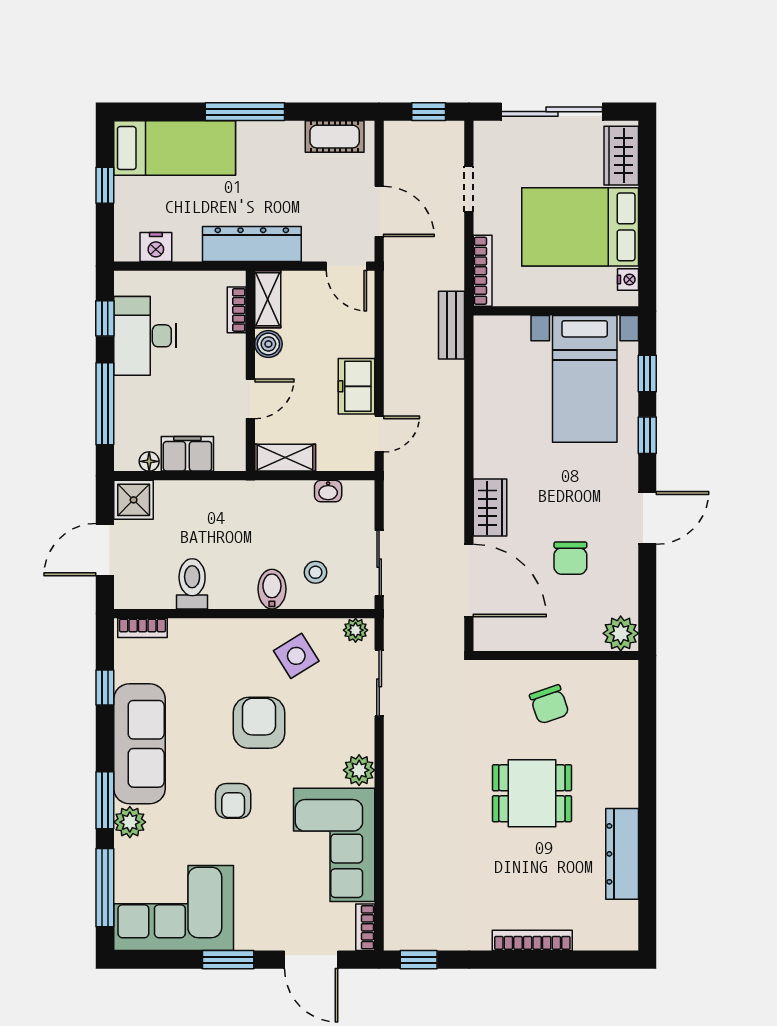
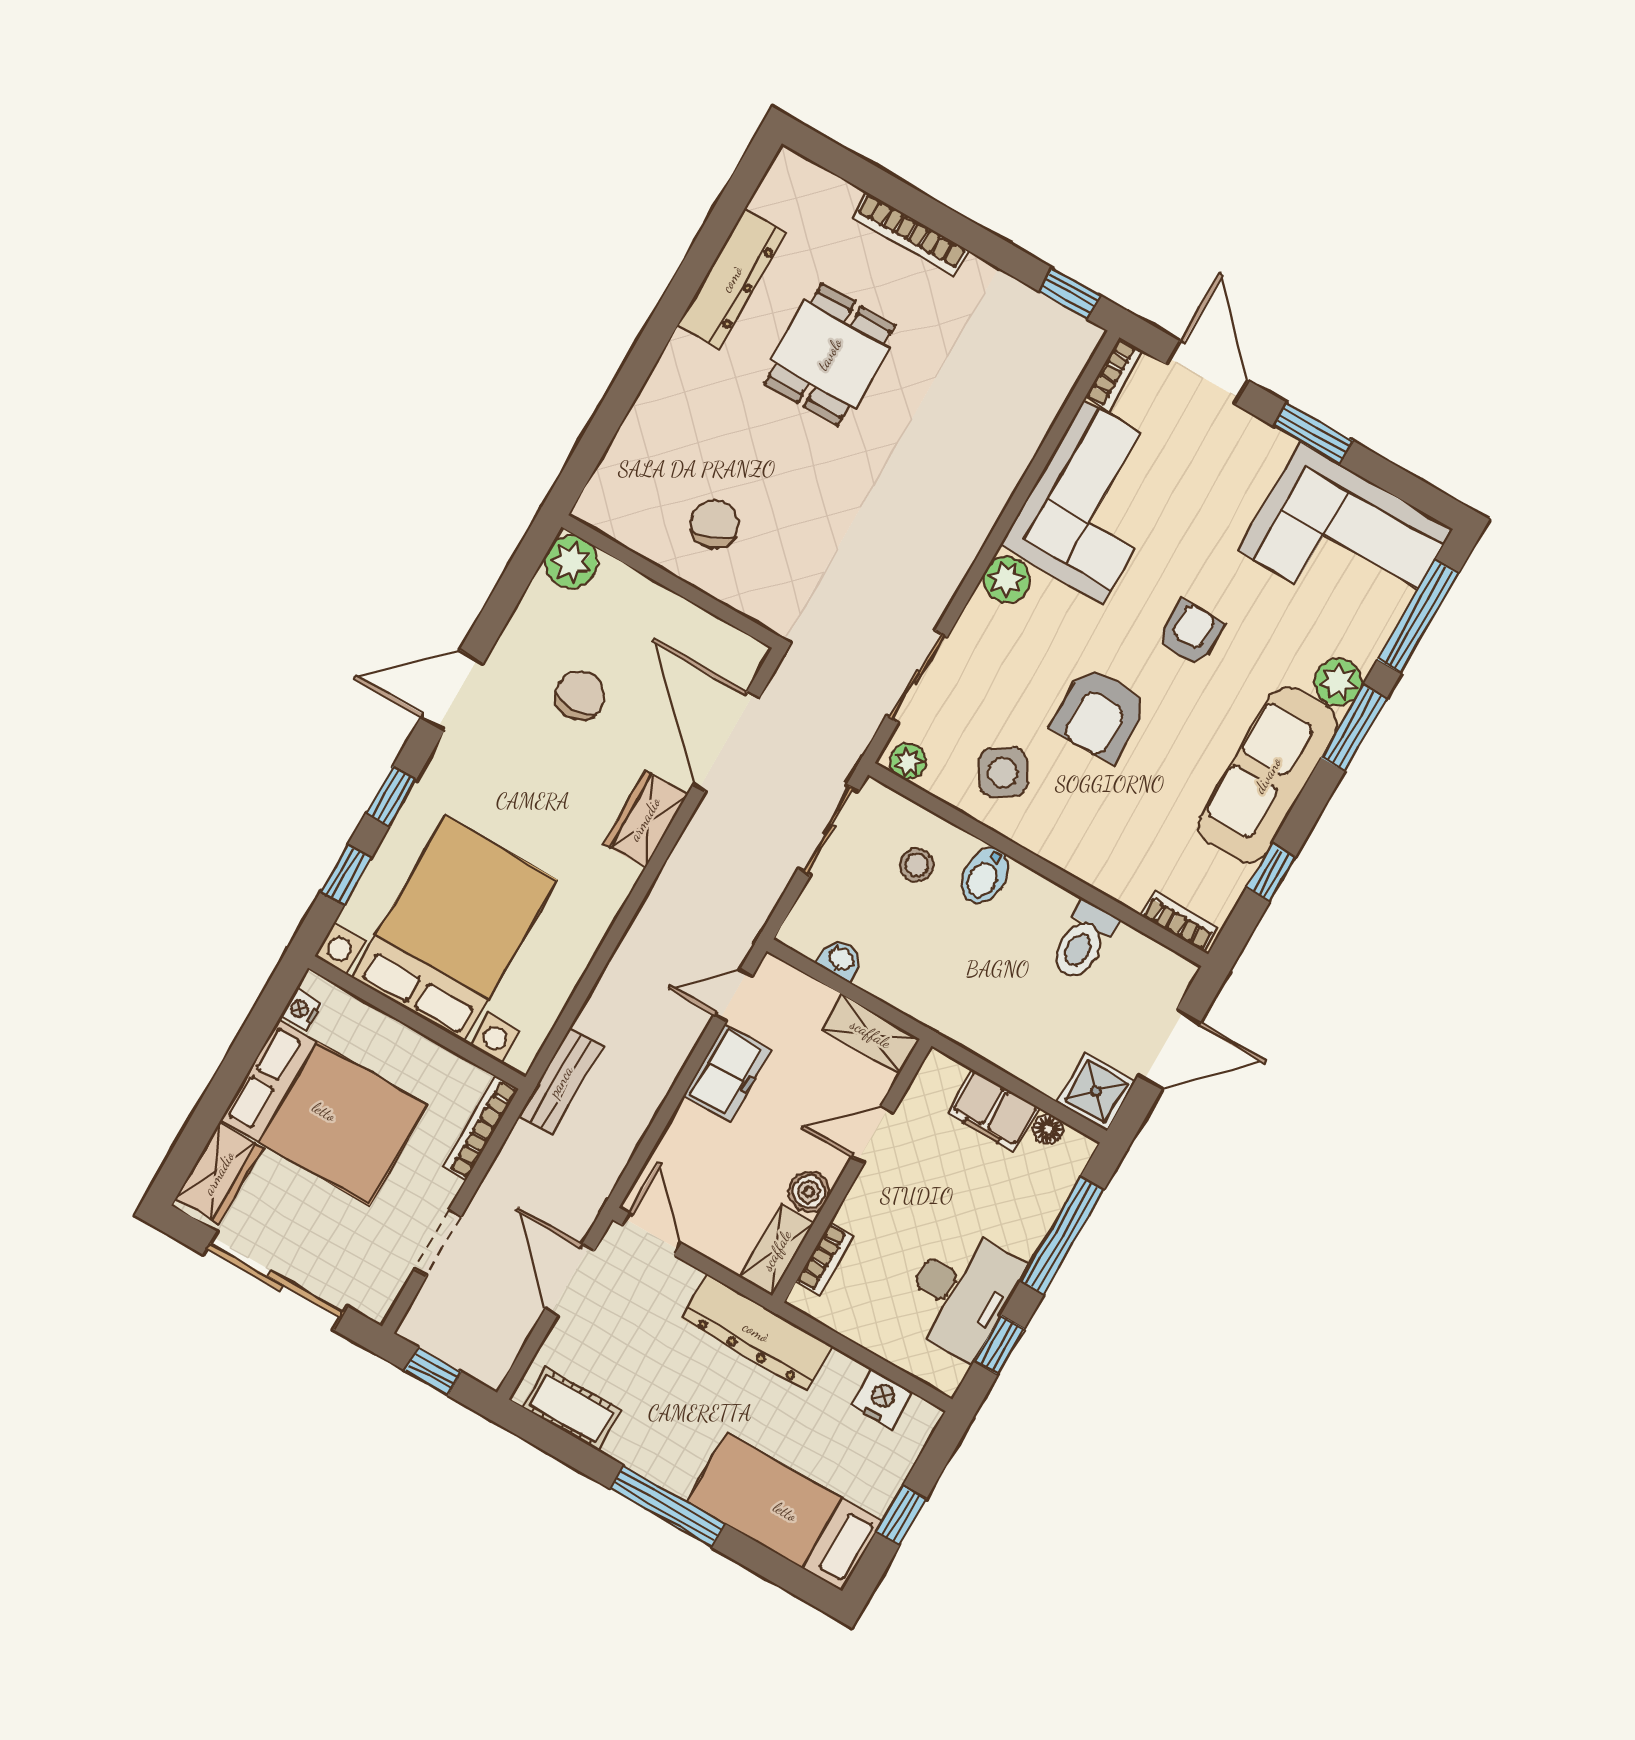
bed with nightstands: (585, 379) -> (455, 929), width x1.36
dining table: (532, 793) -> (830, 354), moved, turned 90

